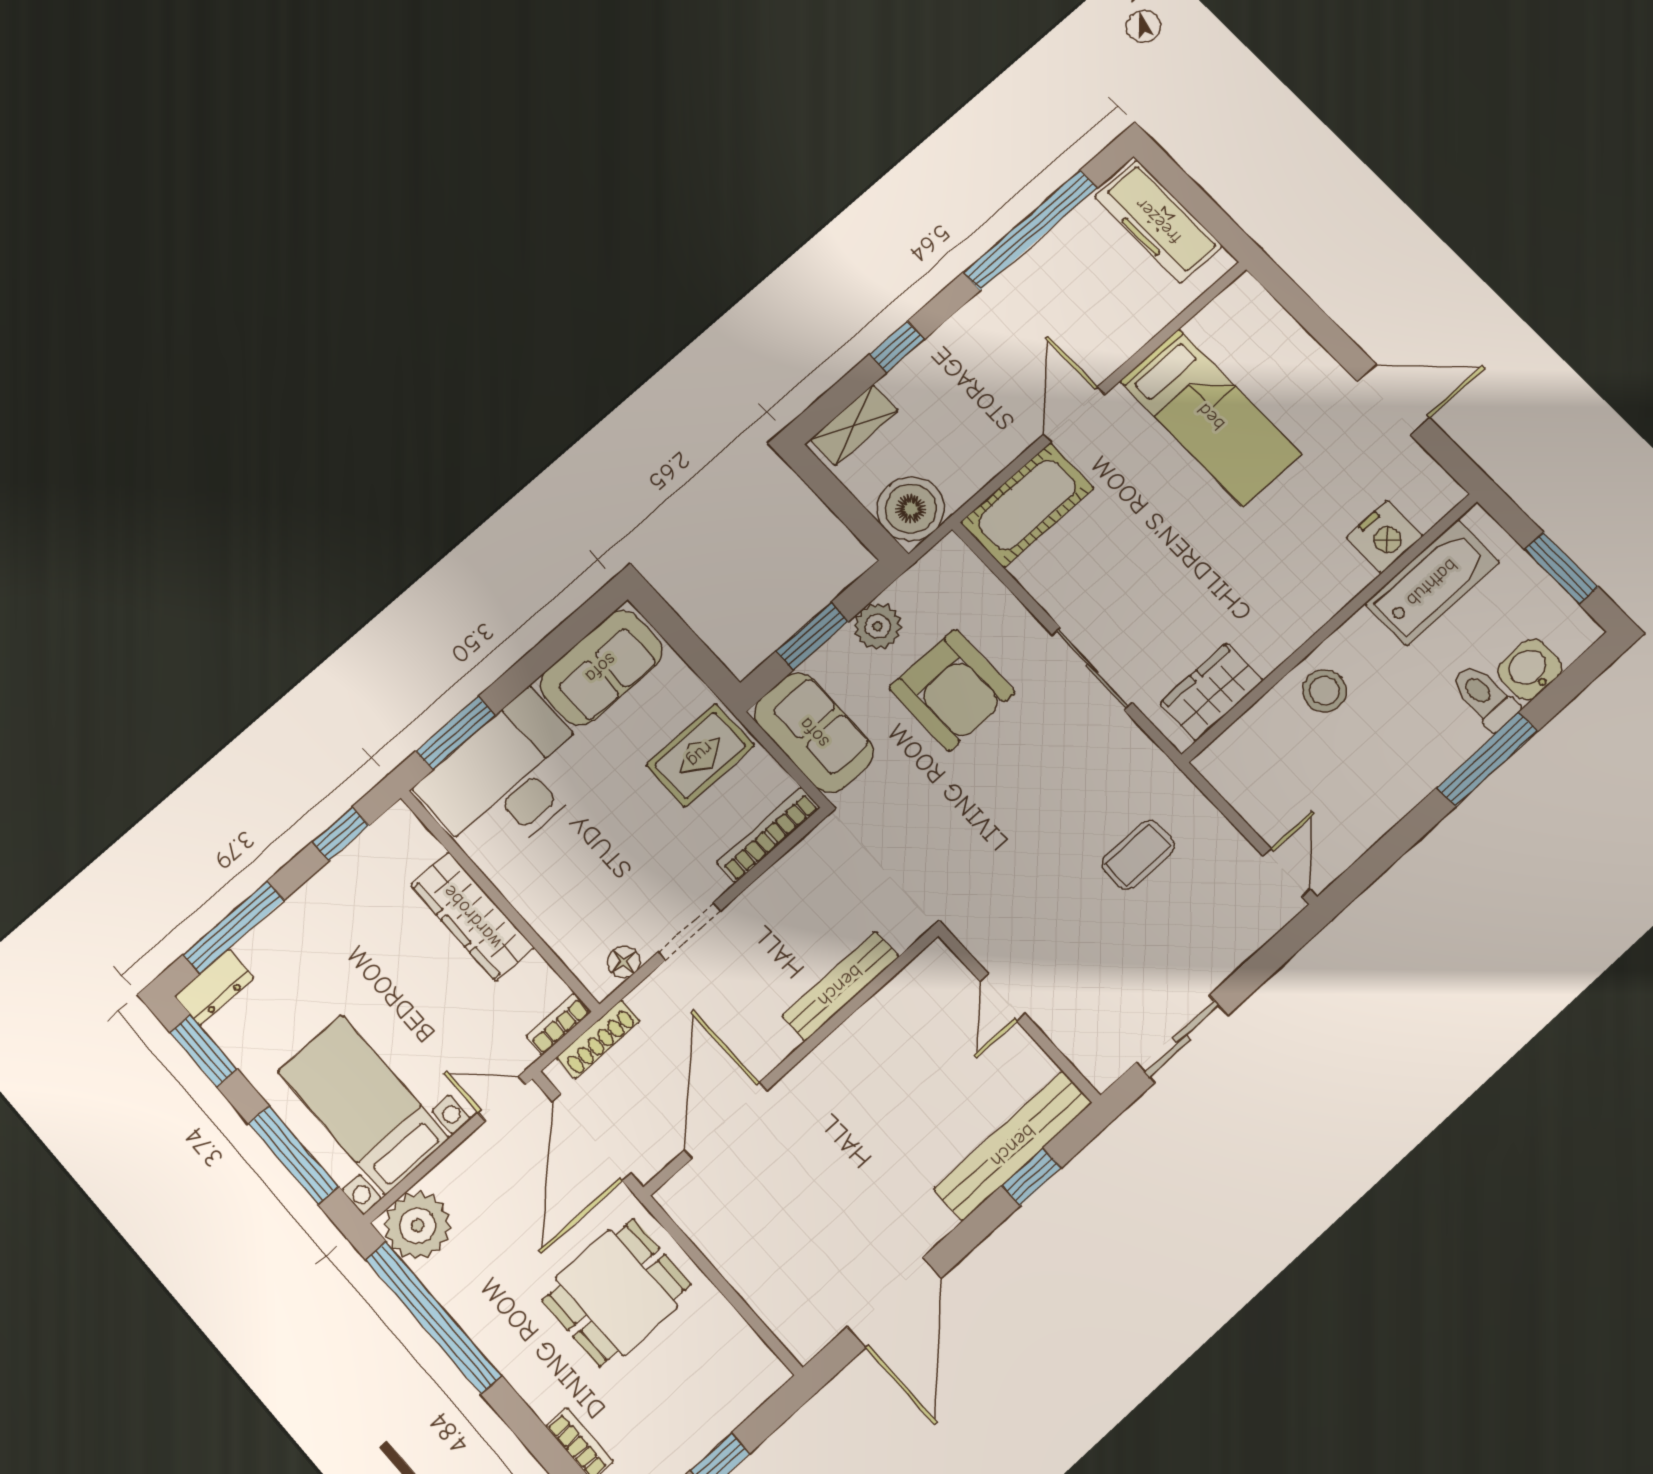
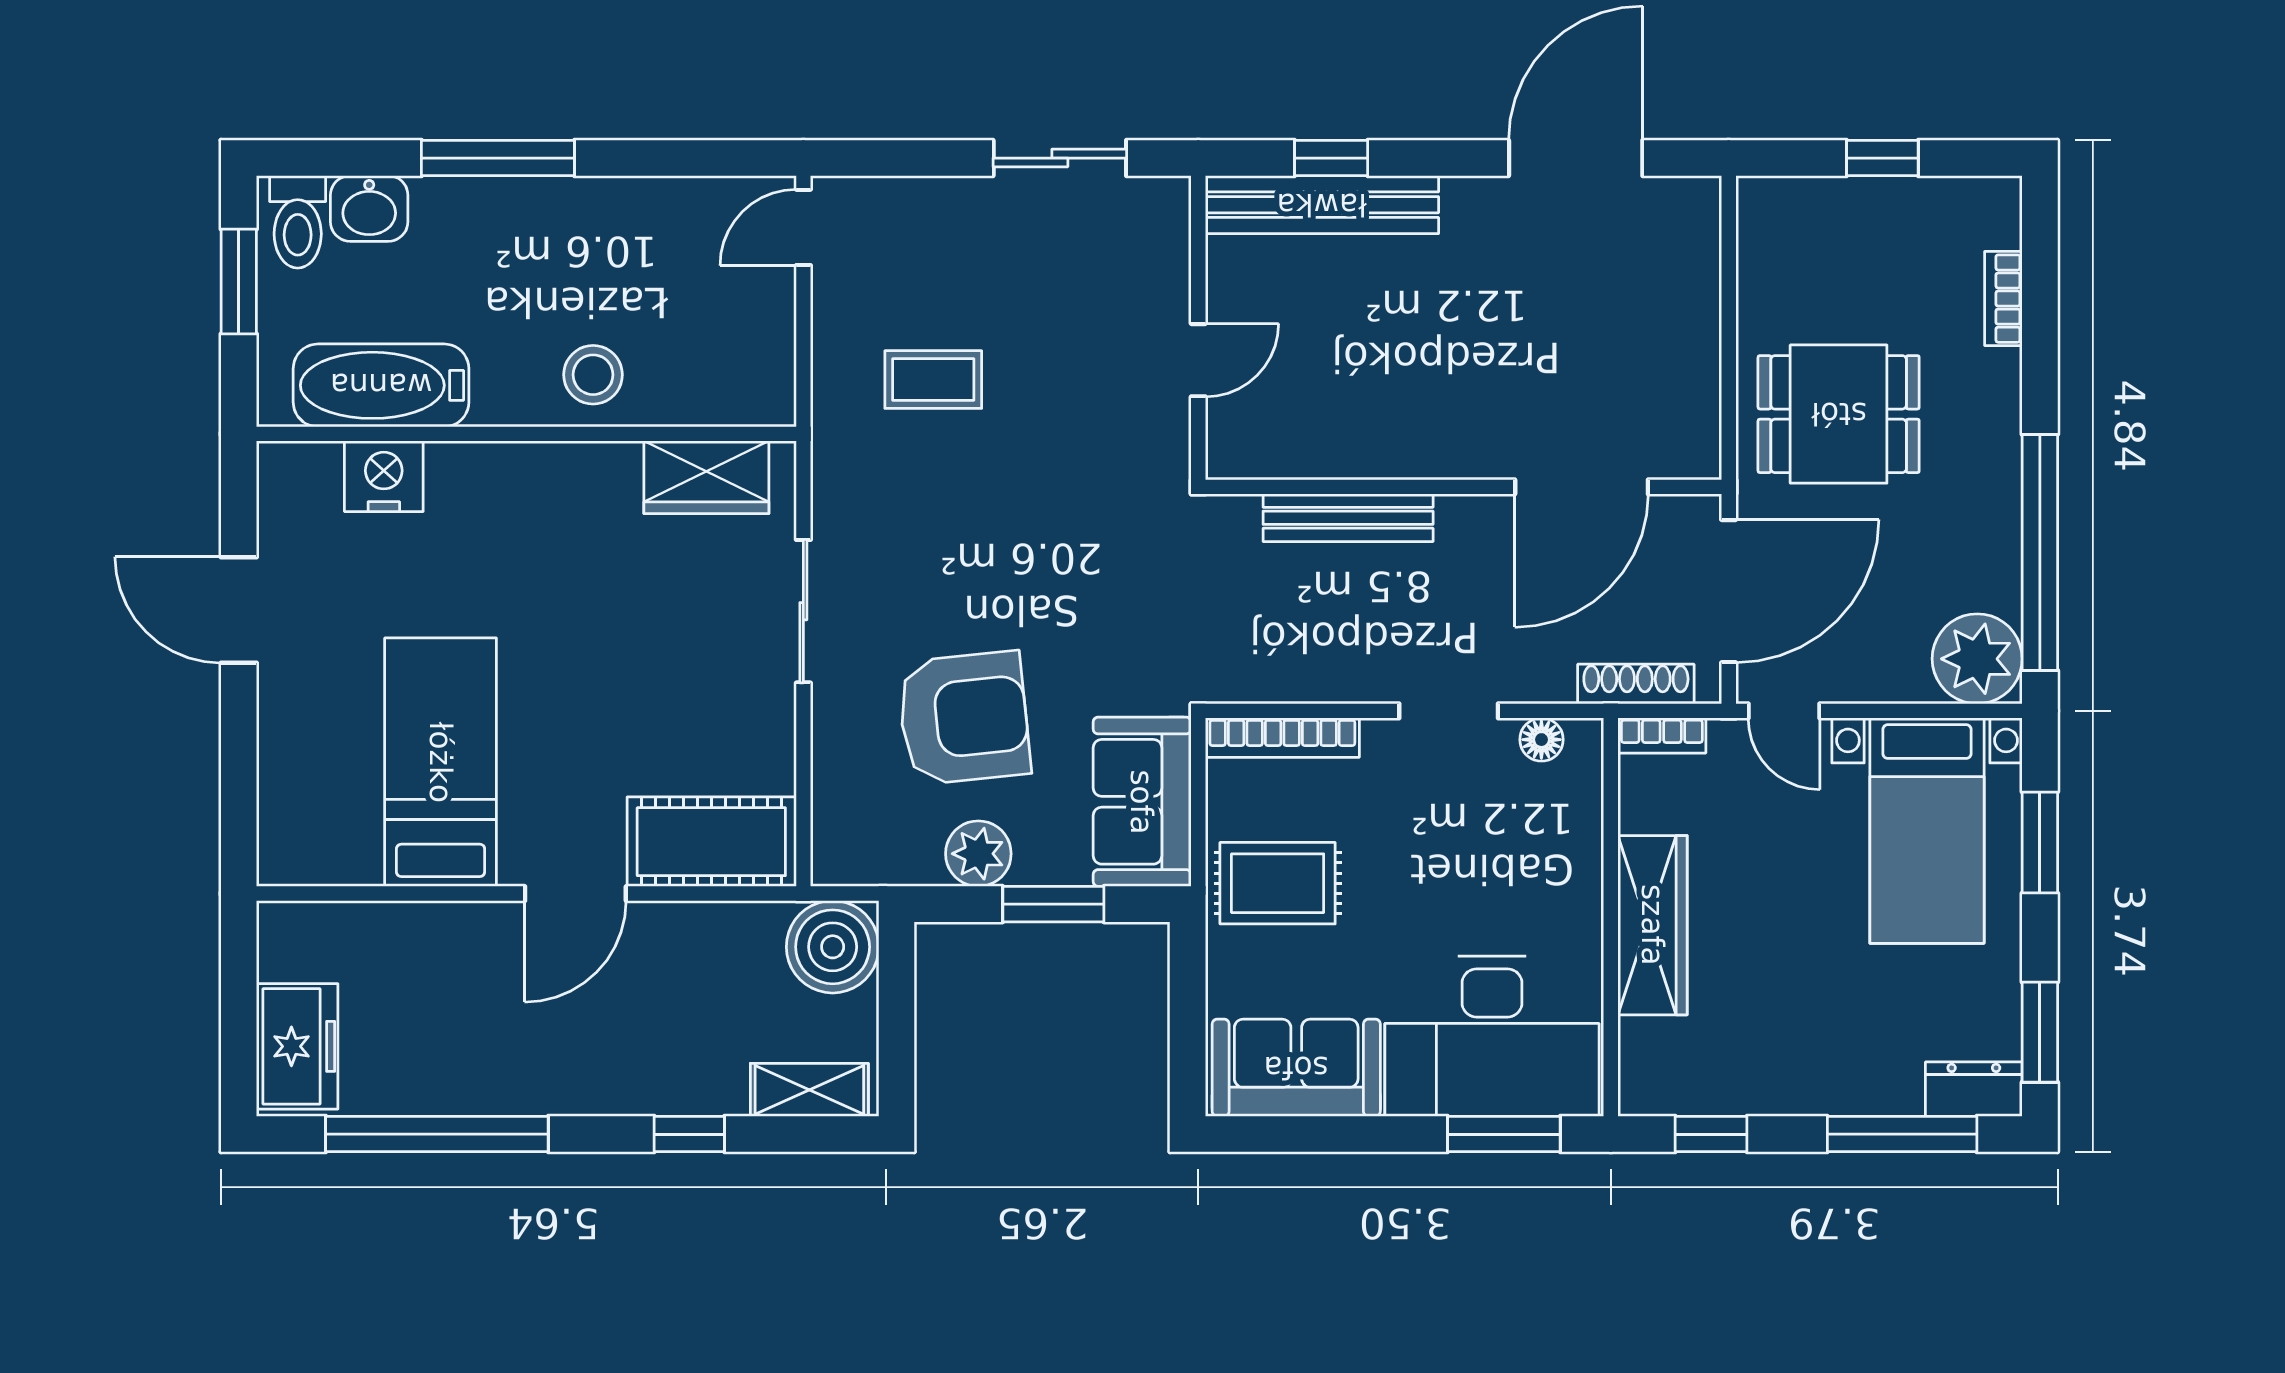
freezer: (1158, 221) -> (297, 1046), width x0.71
armchair: (952, 690) -> (964, 718), turned 84
toilet: (1485, 697) -> (298, 222), moved
window: (293, 1155) -> (2040, 843), width x0.69

